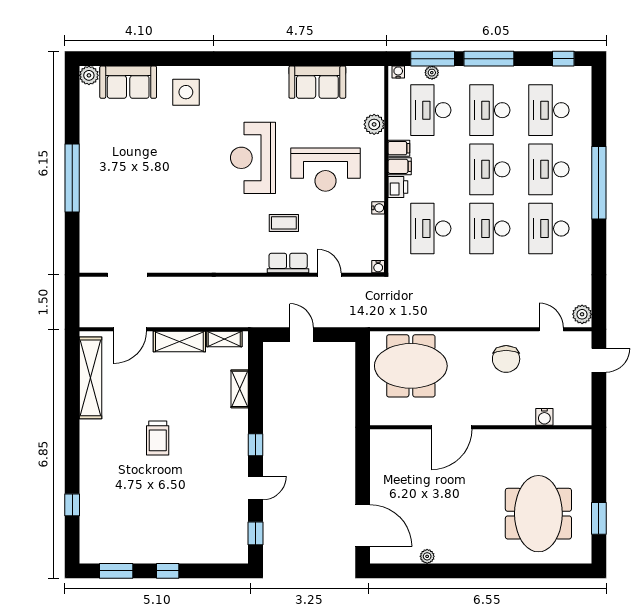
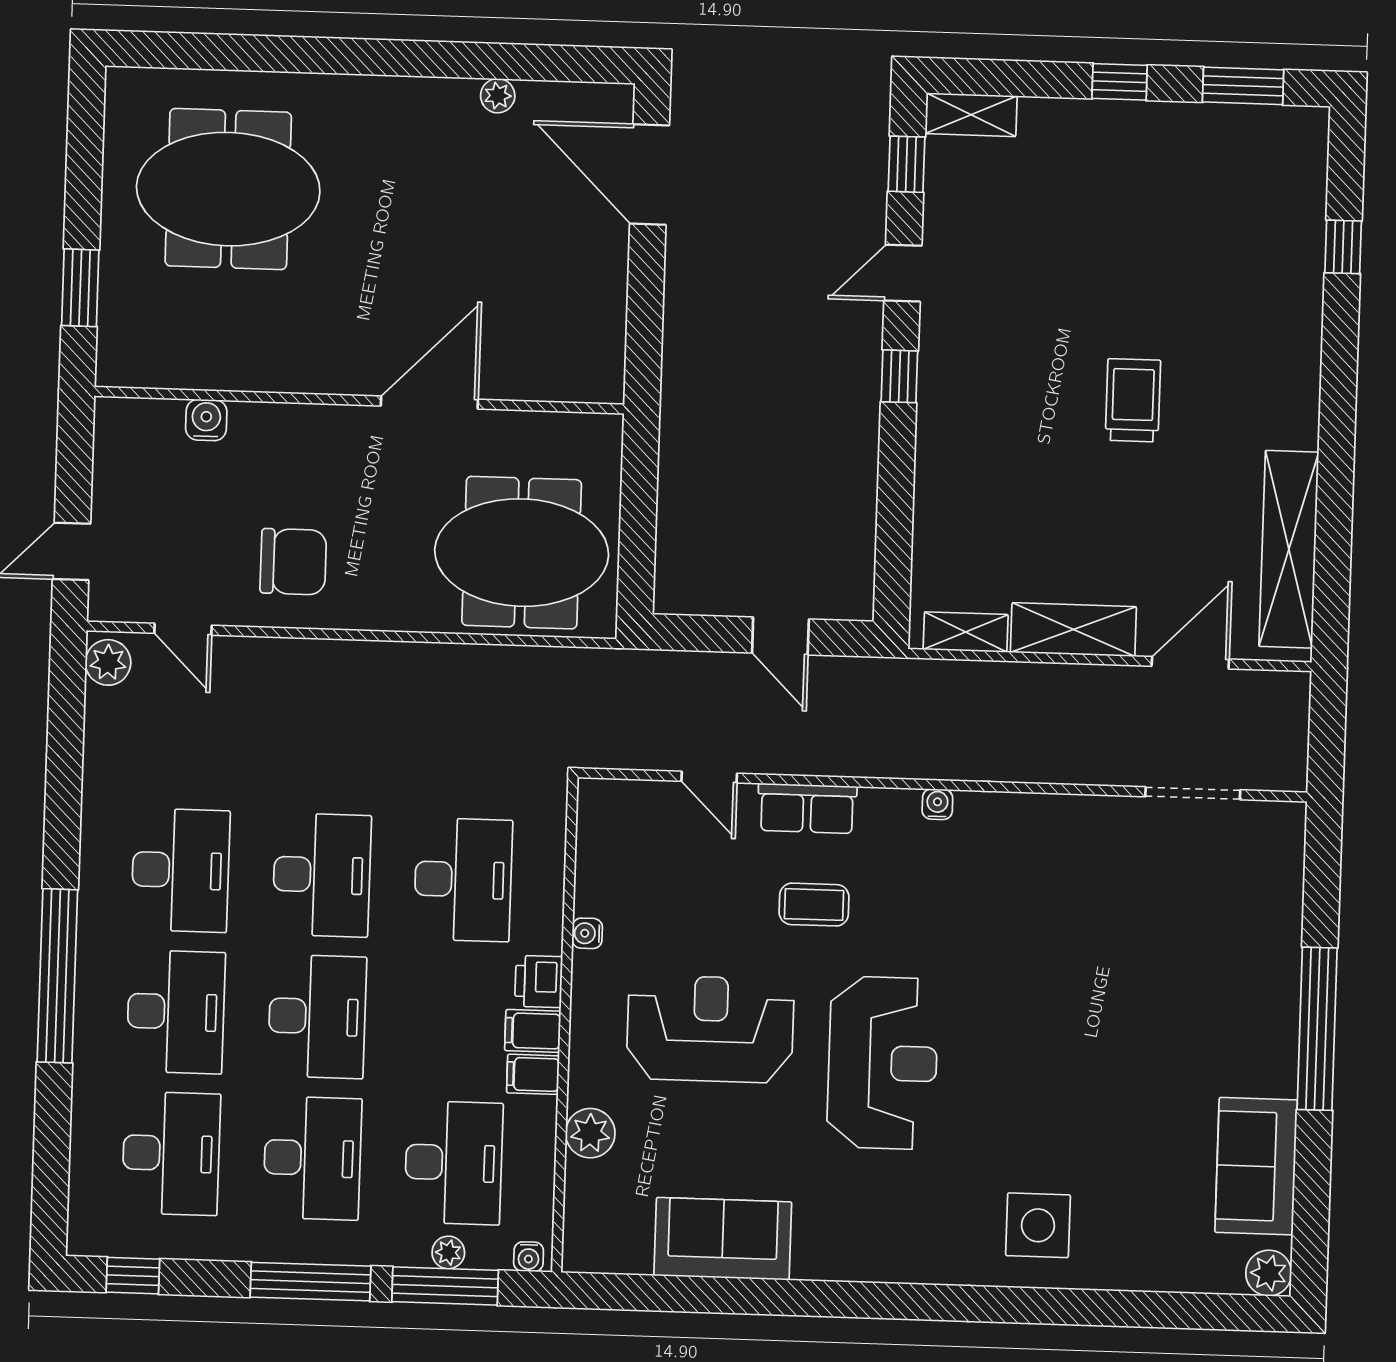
sofa: (128, 82) -> (1256, 1166), moved, turned -90
water cooler: (378, 267) -> (937, 804), moved
chair: (506, 359) -> (293, 562), turned 90
shelving: (240, 389) -> (971, 115), moved, turned 90
meeting table: (538, 514) -> (228, 189), turned 90
window: (599, 518) -> (80, 288), moved

